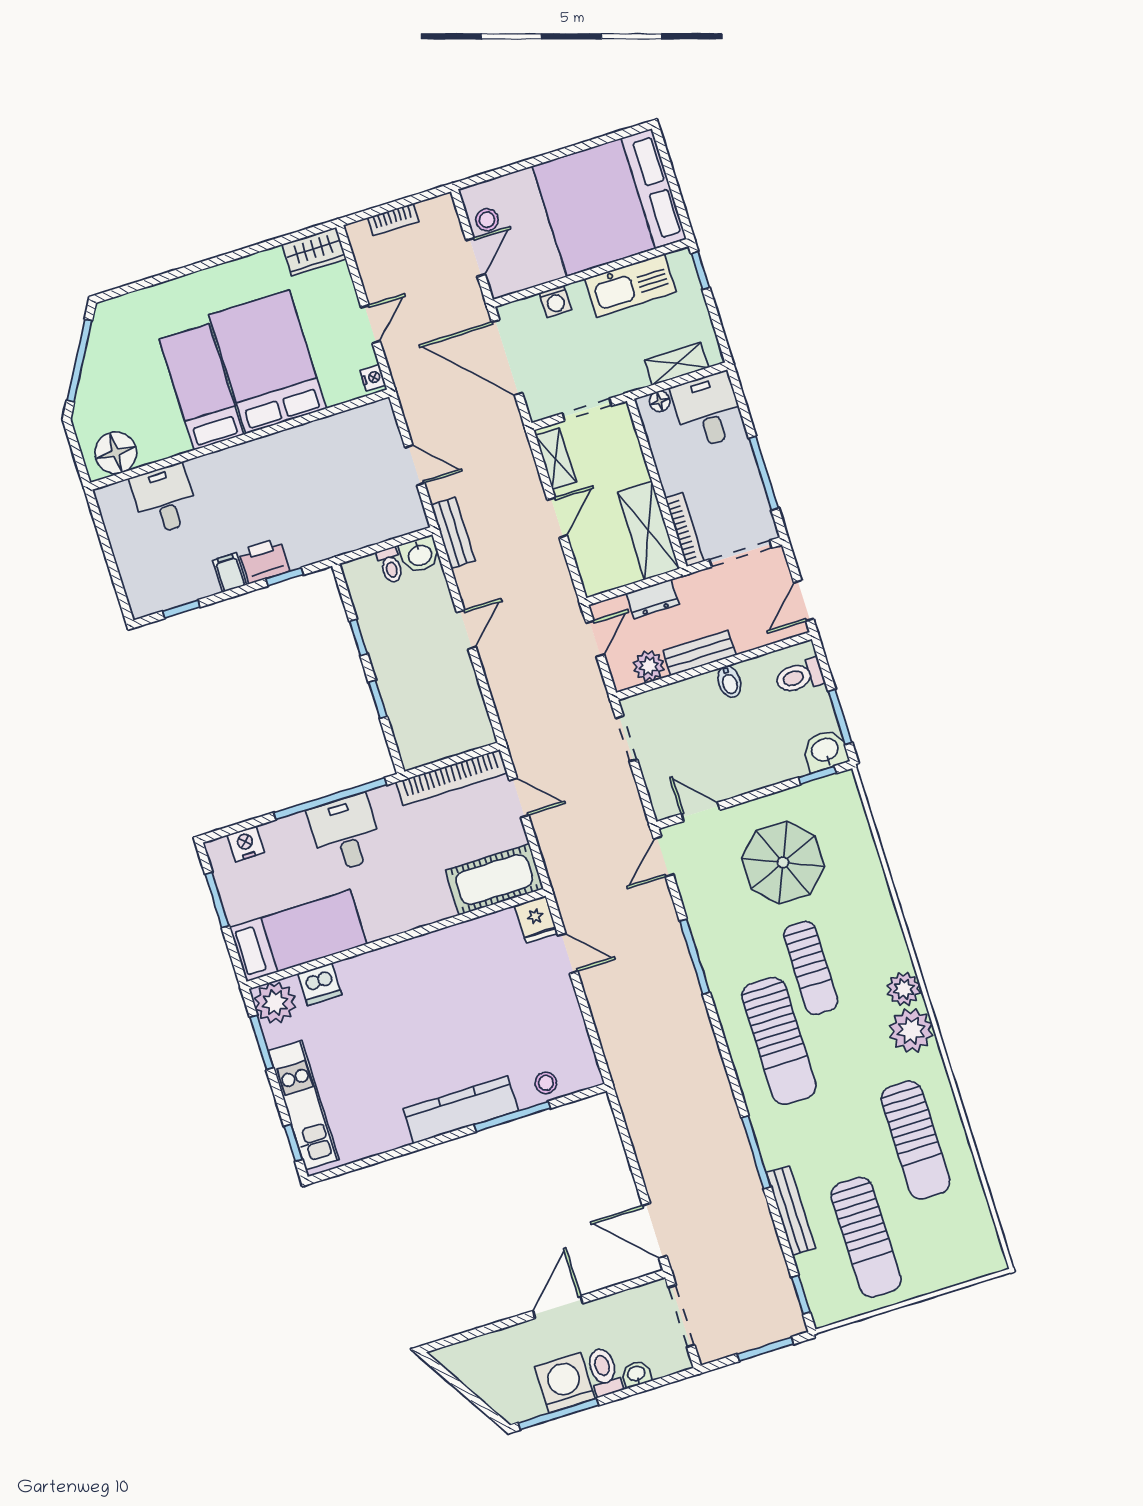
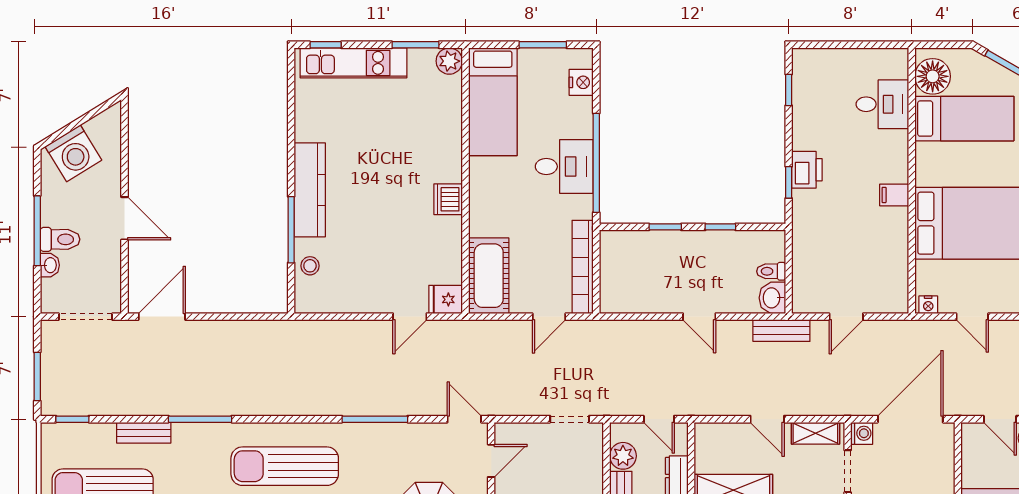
washing machine: (555, 301) -> (862, 433), moved, turned 180
bed: (202, 387) -> (964, 119), moved
filing cabinet: (230, 573) -> (894, 195), moved, turned 180
dishwasher: (320, 984) -> (448, 199), moved
plant: (275, 1003) -> (449, 61), width x0.73, depth x0.73
bench: (791, 1210) -> (144, 433), width x0.73
washing machine: (565, 1383) -> (73, 153), moved, turned 58
window: (558, 1414) -> (37, 231), moved

